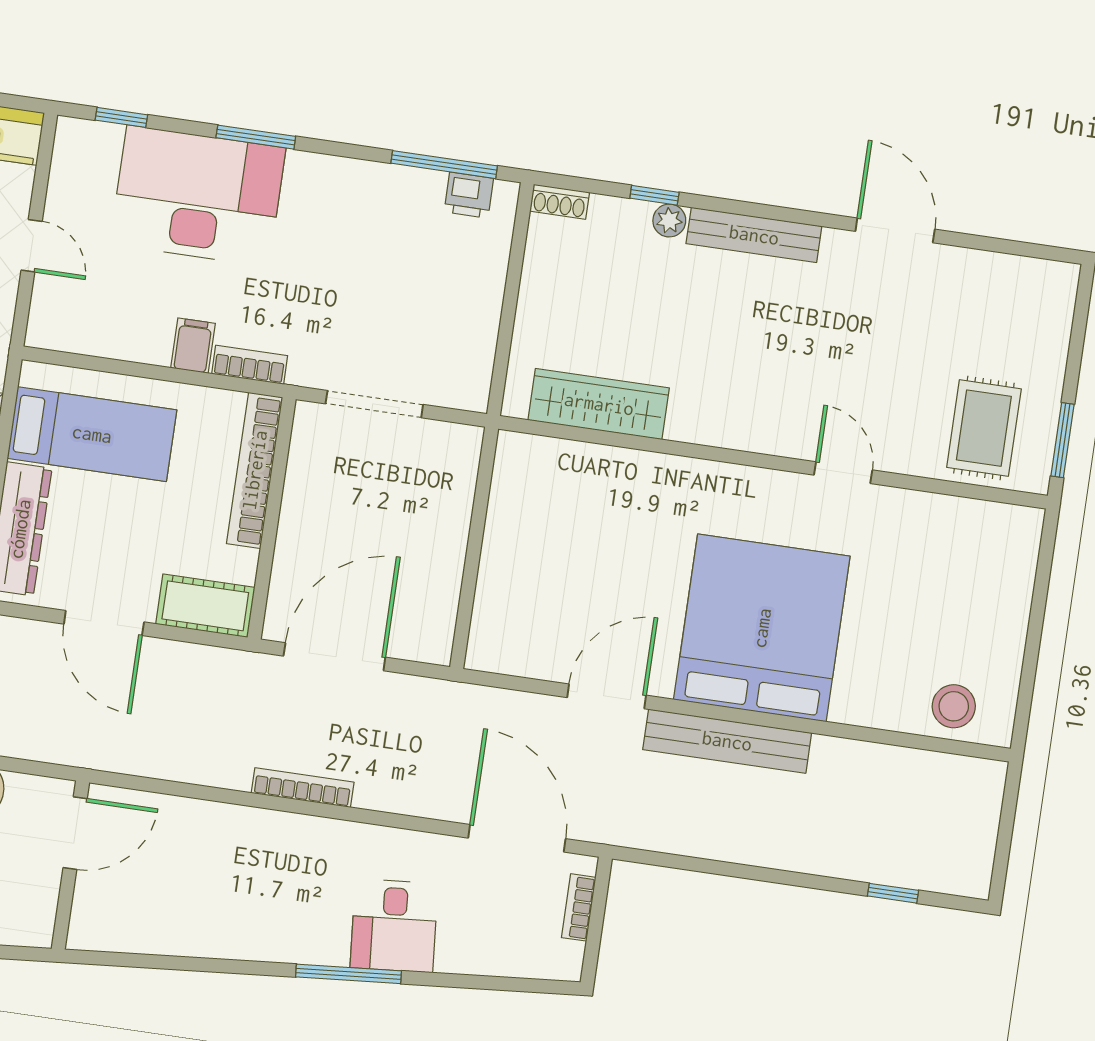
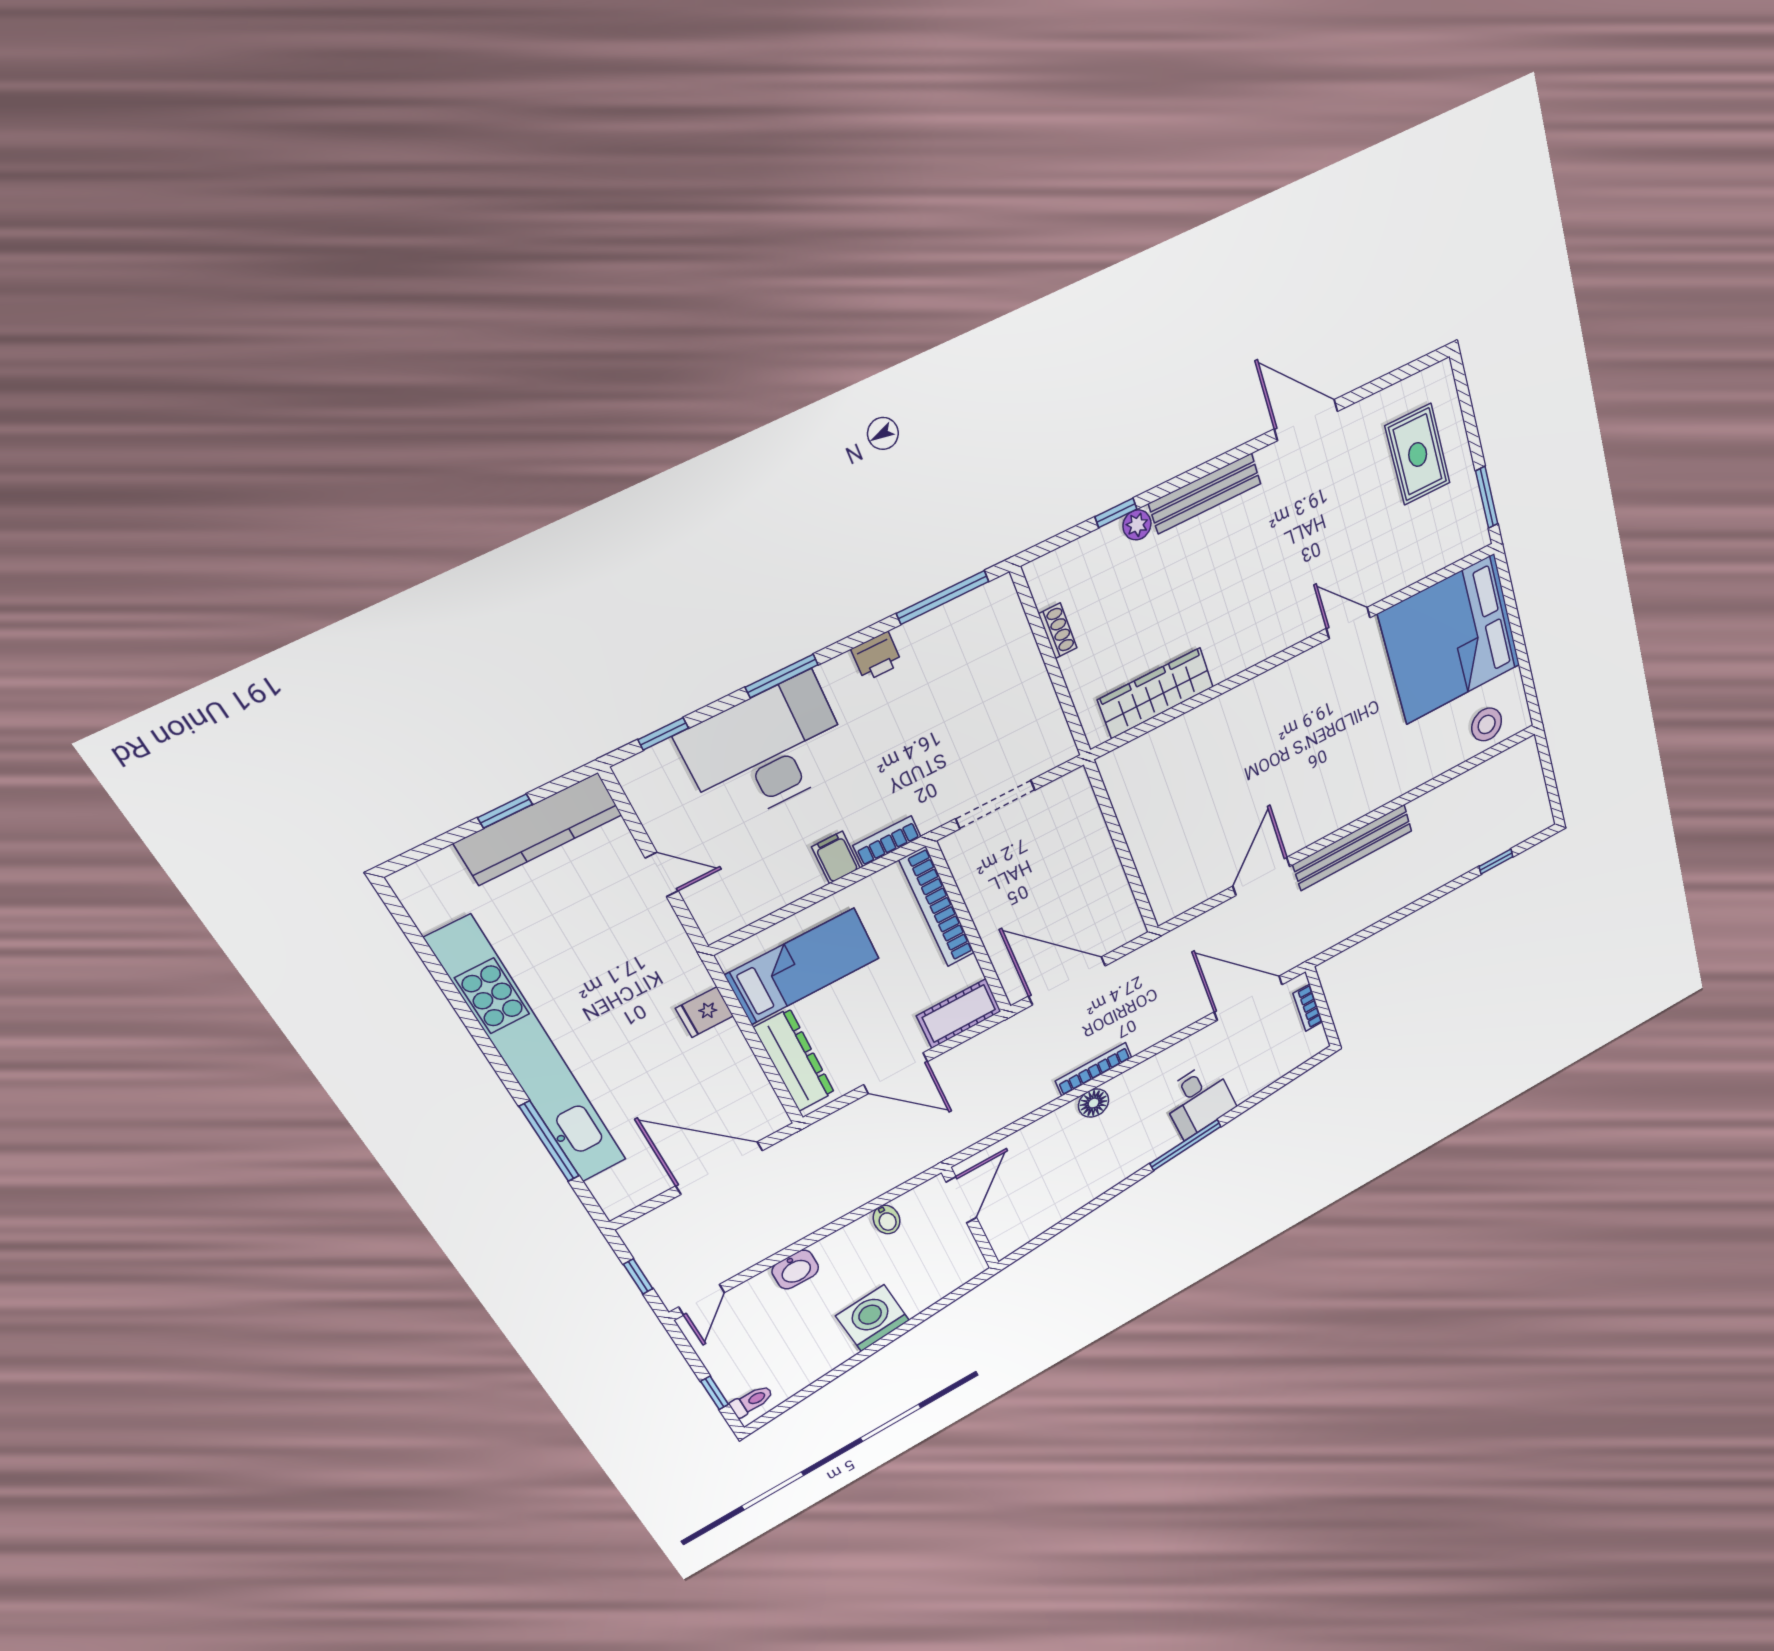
printer: (469, 195) -> (876, 656), moved
shoe rack: (560, 202) -> (1058, 631), moved, turned -90
rug: (984, 428) -> (1418, 454), moved
bed: (762, 628) -> (1450, 640), moved, turned -90
door: (334, 657) -> (1067, 981), hinge flipped
floor lamp: (279, 831) -> (1094, 1103), added

